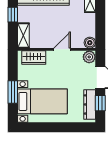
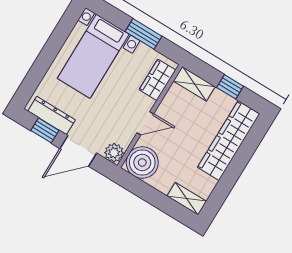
boiler: (90, 43) -> (142, 163), width x1.86, depth x1.86
door: (62, 49) -> (145, 123), hinge flipped
window: (13, 92) -> (143, 34), moved

